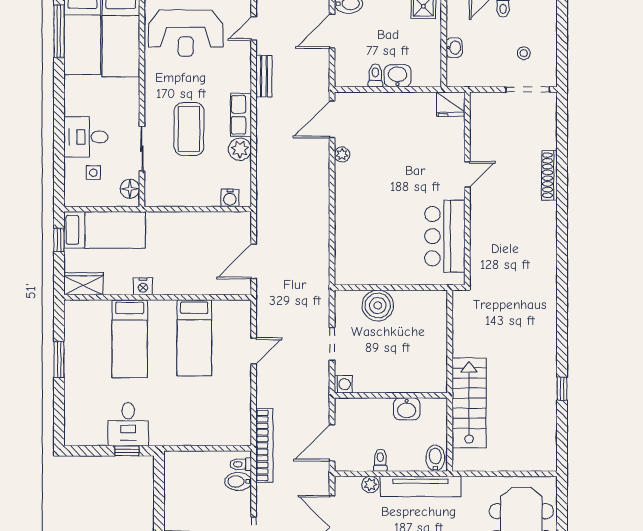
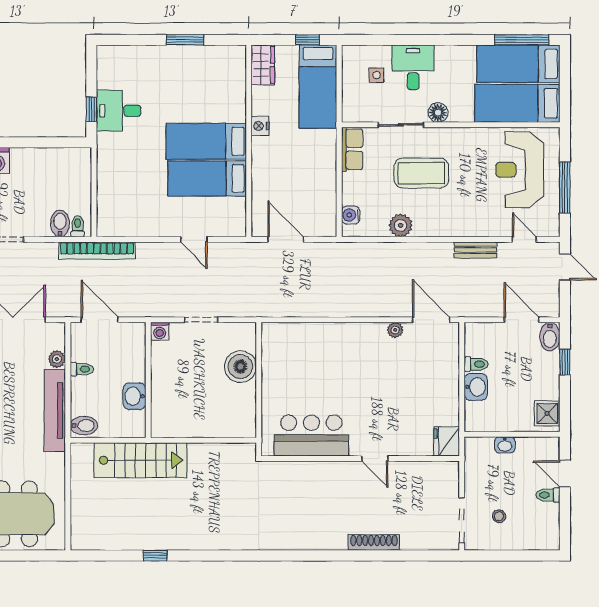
row of seats: (241, 115) -> (352, 149), moved, turned 90
floor lamp: (130, 189) -> (438, 113), moved
bed: (130, 339) -> (206, 141), moved

